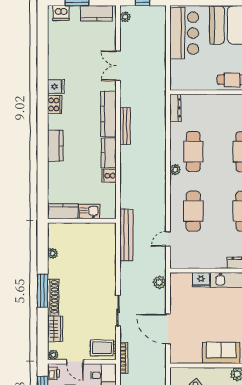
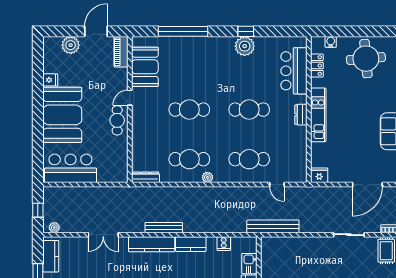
cooker: (109, 176) -> (224, 244), moved
fridge: (201, 280) -> (319, 175), moved, turned -90
plant: (160, 282) -> (320, 193), removed

